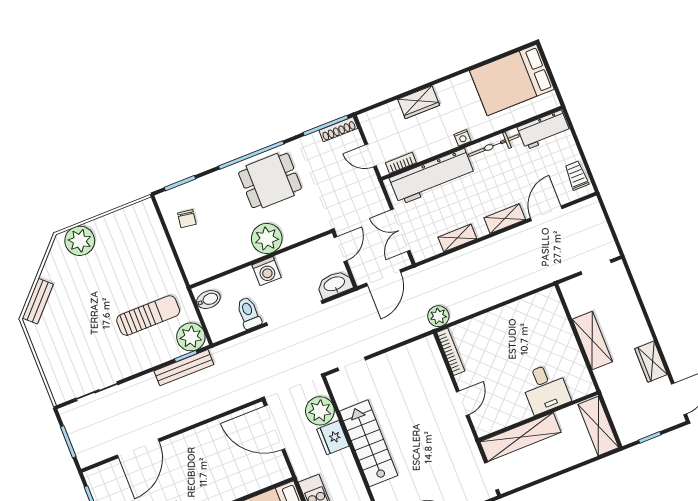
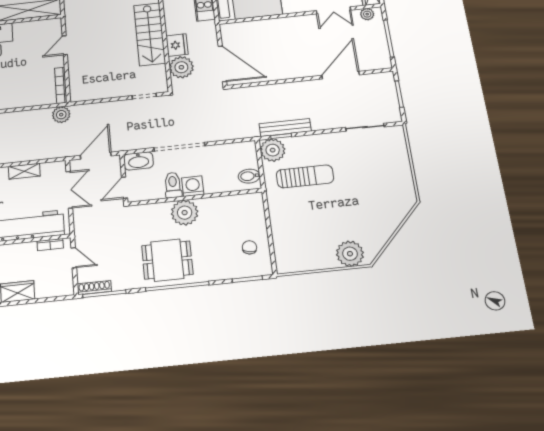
bench: (38, 301) -> (400, 213), removed
toilet: (249, 313) -> (173, 185), moved, turned 180
sun lounger: (148, 315) -> (305, 176), turned 180

